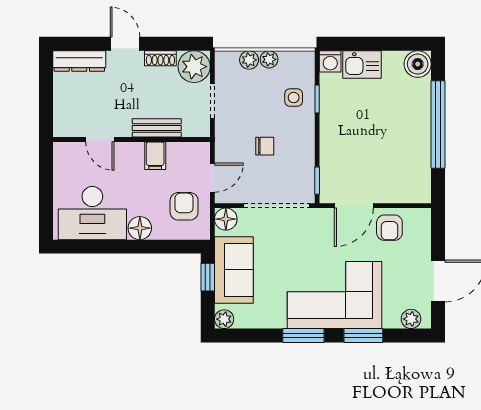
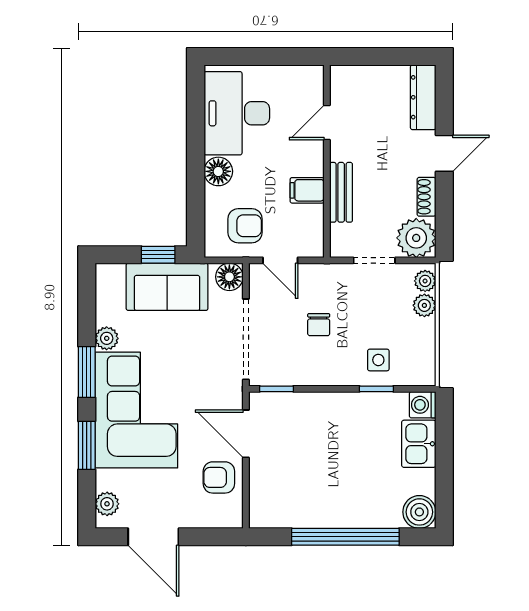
plant: (269, 59) -> (425, 281), moved
plant: (224, 319) -> (107, 338), moved

